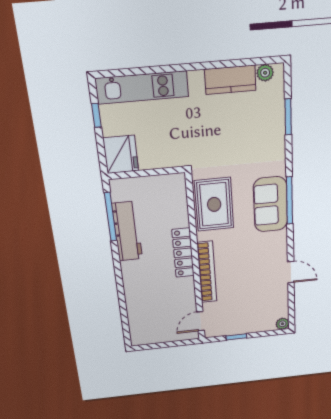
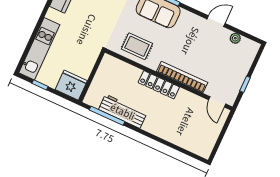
rug: (214, 204) -> (137, 46), width x0.73, depth x0.70
plant: (282, 324) -> (235, 38), moved

